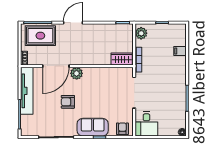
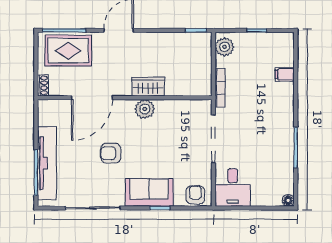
wardrobe: (122, 59) -> (148, 87), moved
plant: (77, 73) -> (145, 109), moved
tv unit: (27, 91) -> (47, 163), moved

